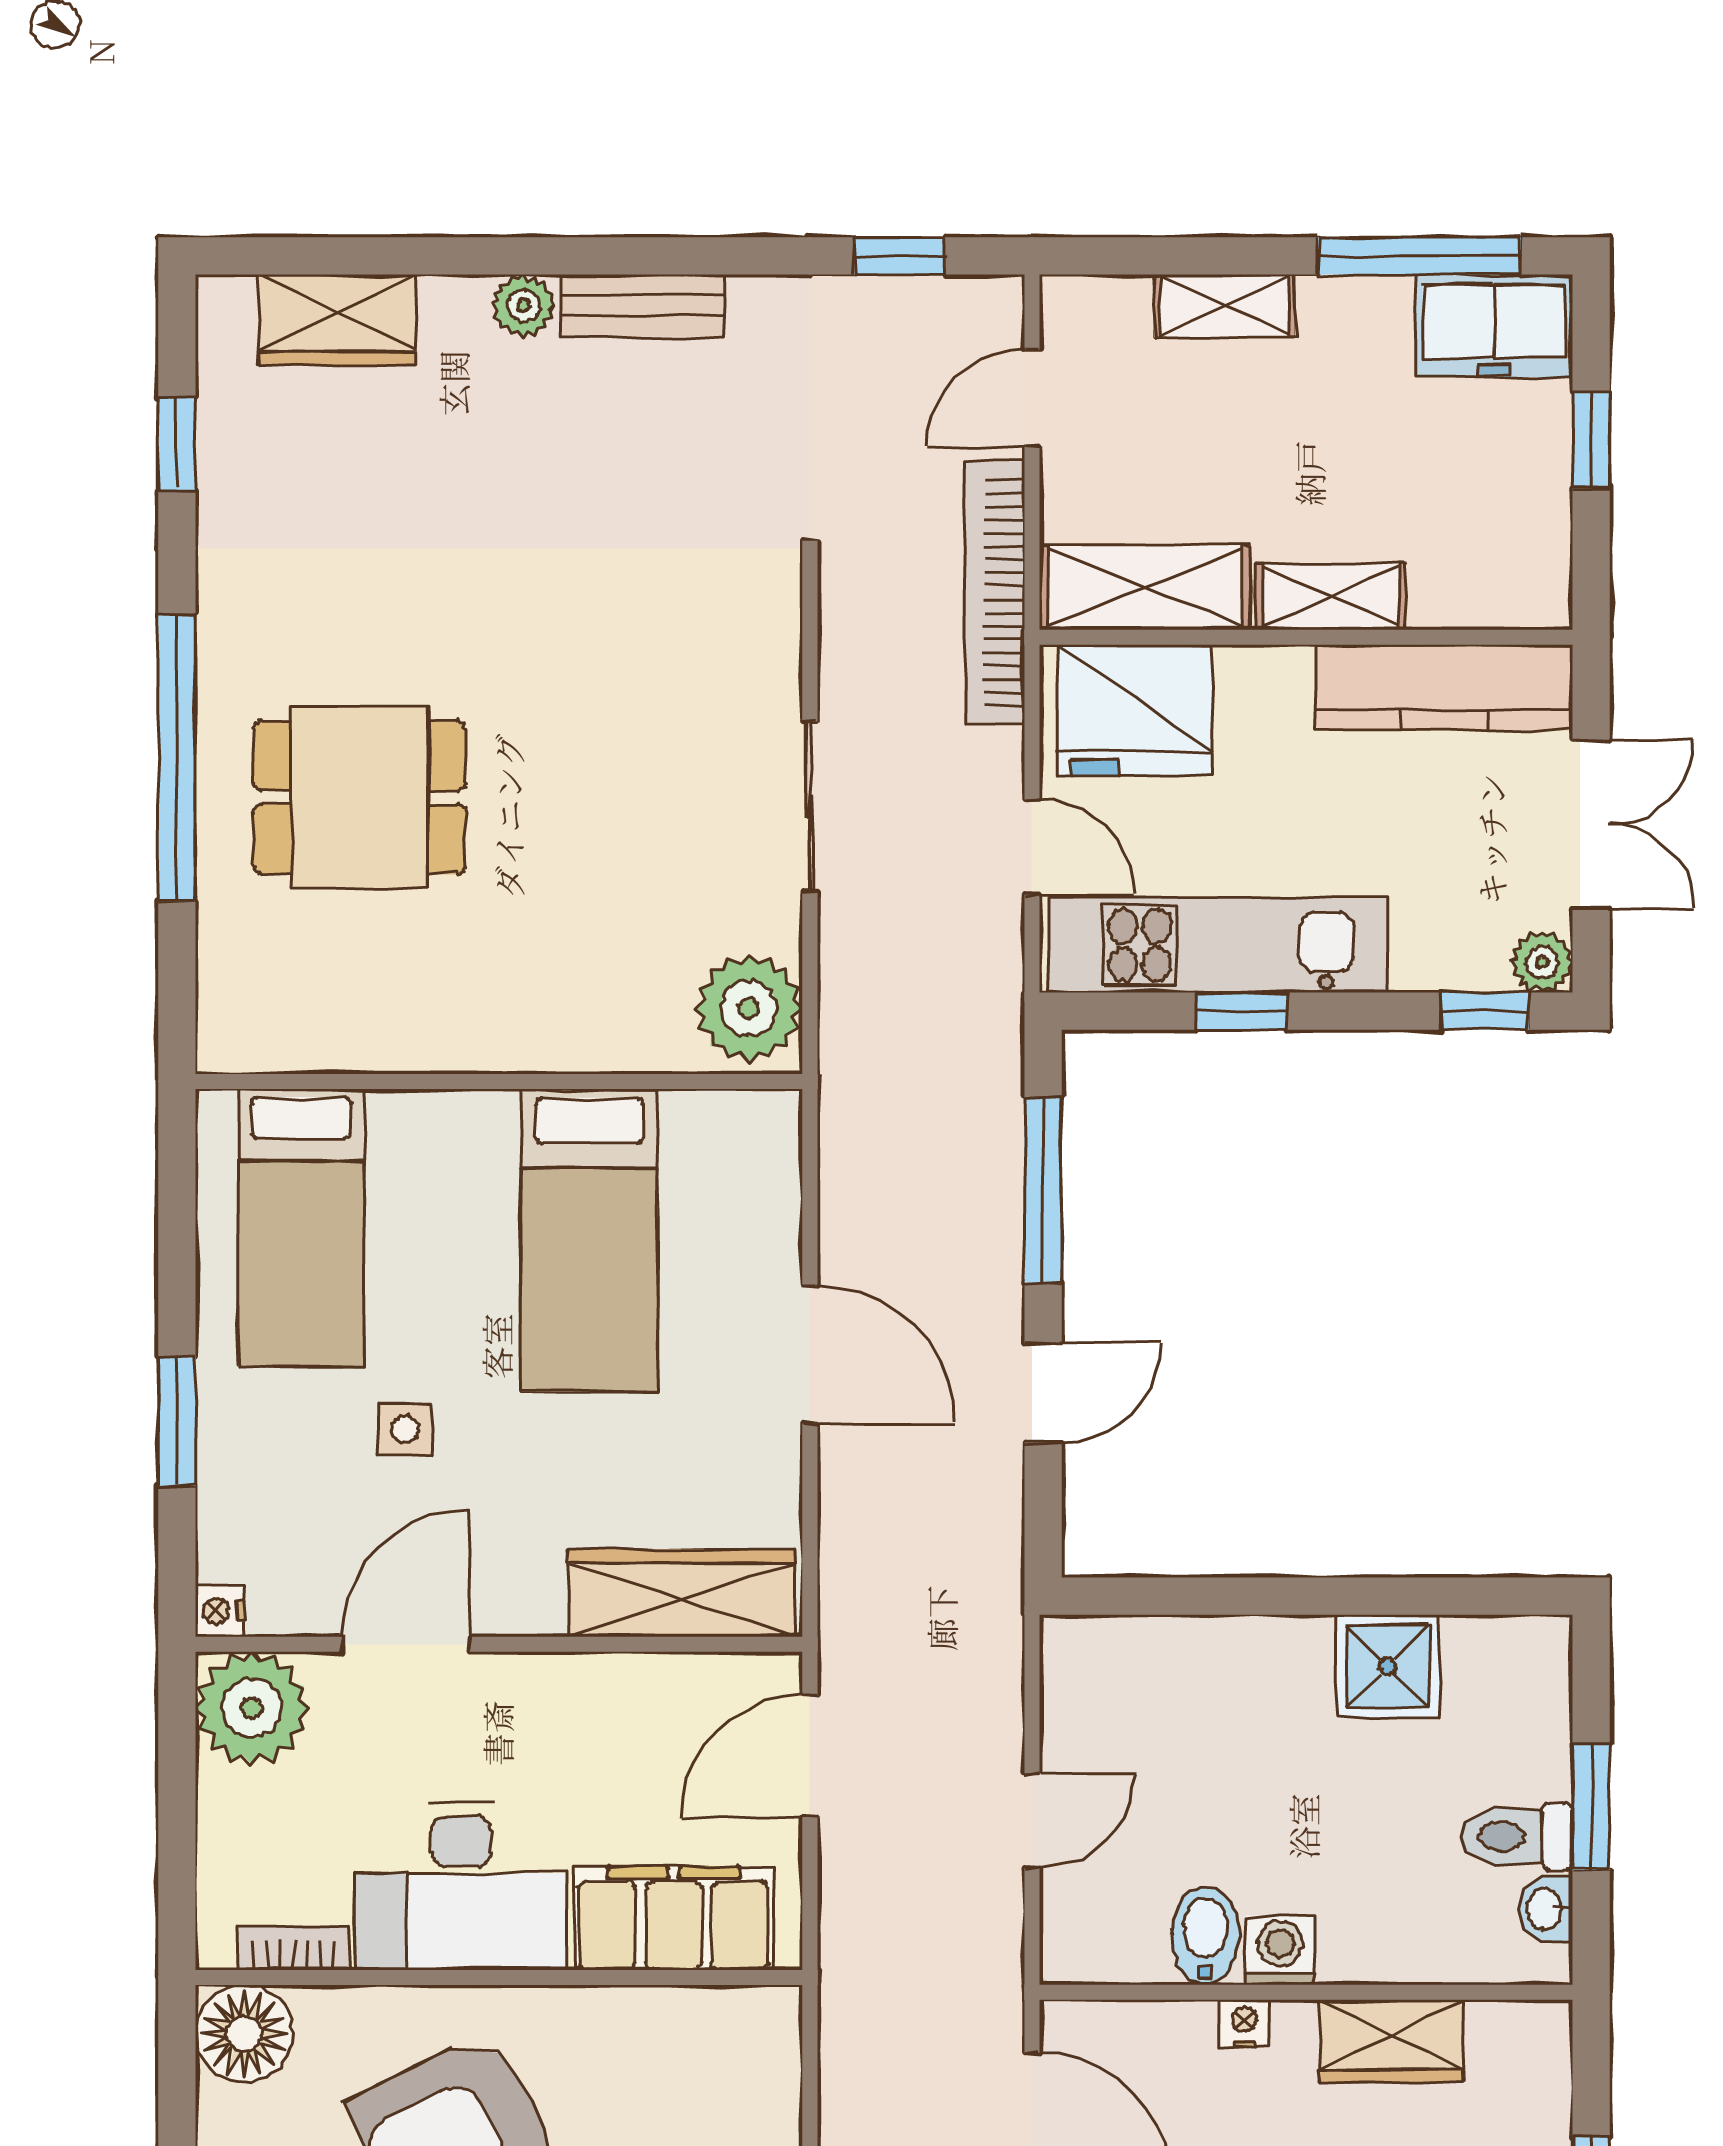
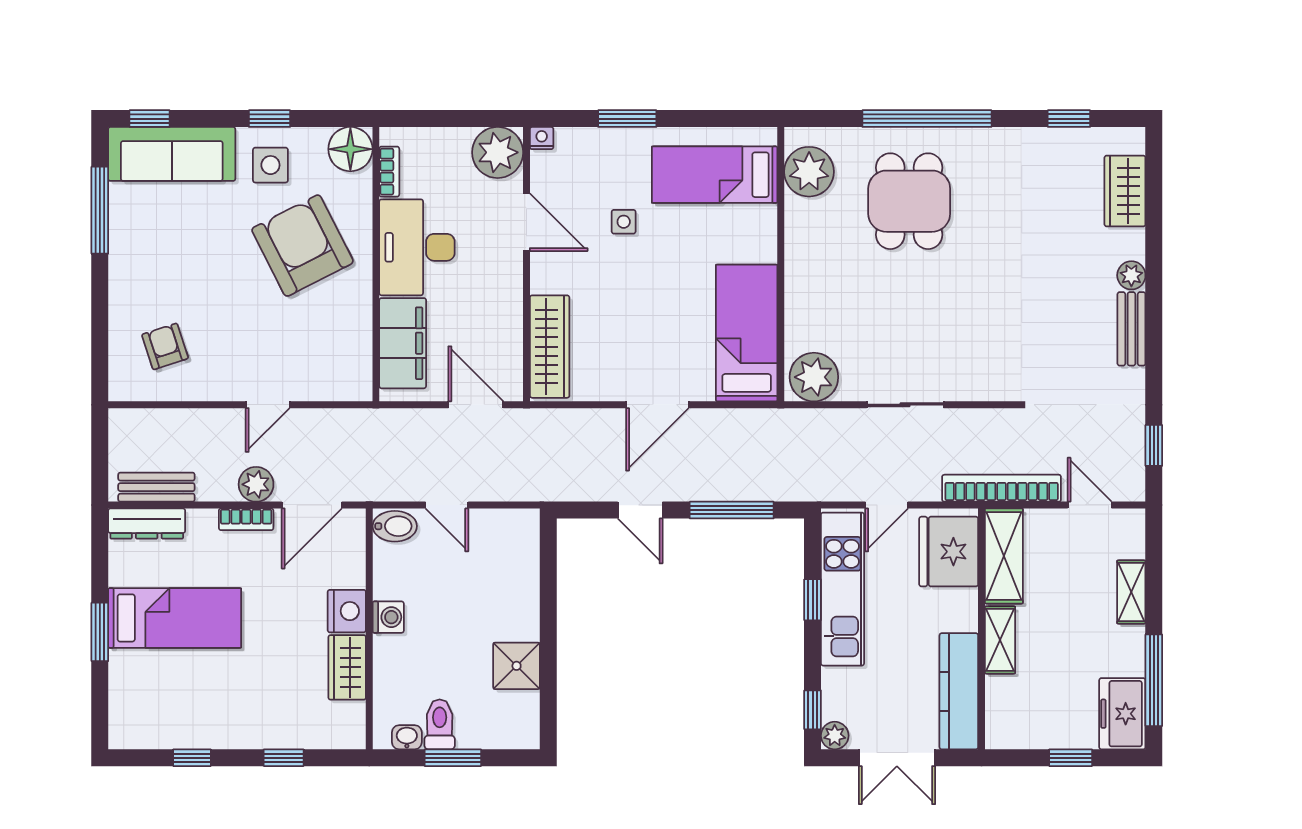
plant: (294, 1019) -> (809, 172), added
bed: (589, 1240) -> (747, 333), moved, turned 90
bidet: (1205, 1936) -> (395, 526), moved
nightstand: (1244, 2023) -> (347, 611), width x1.89, depth x1.79

